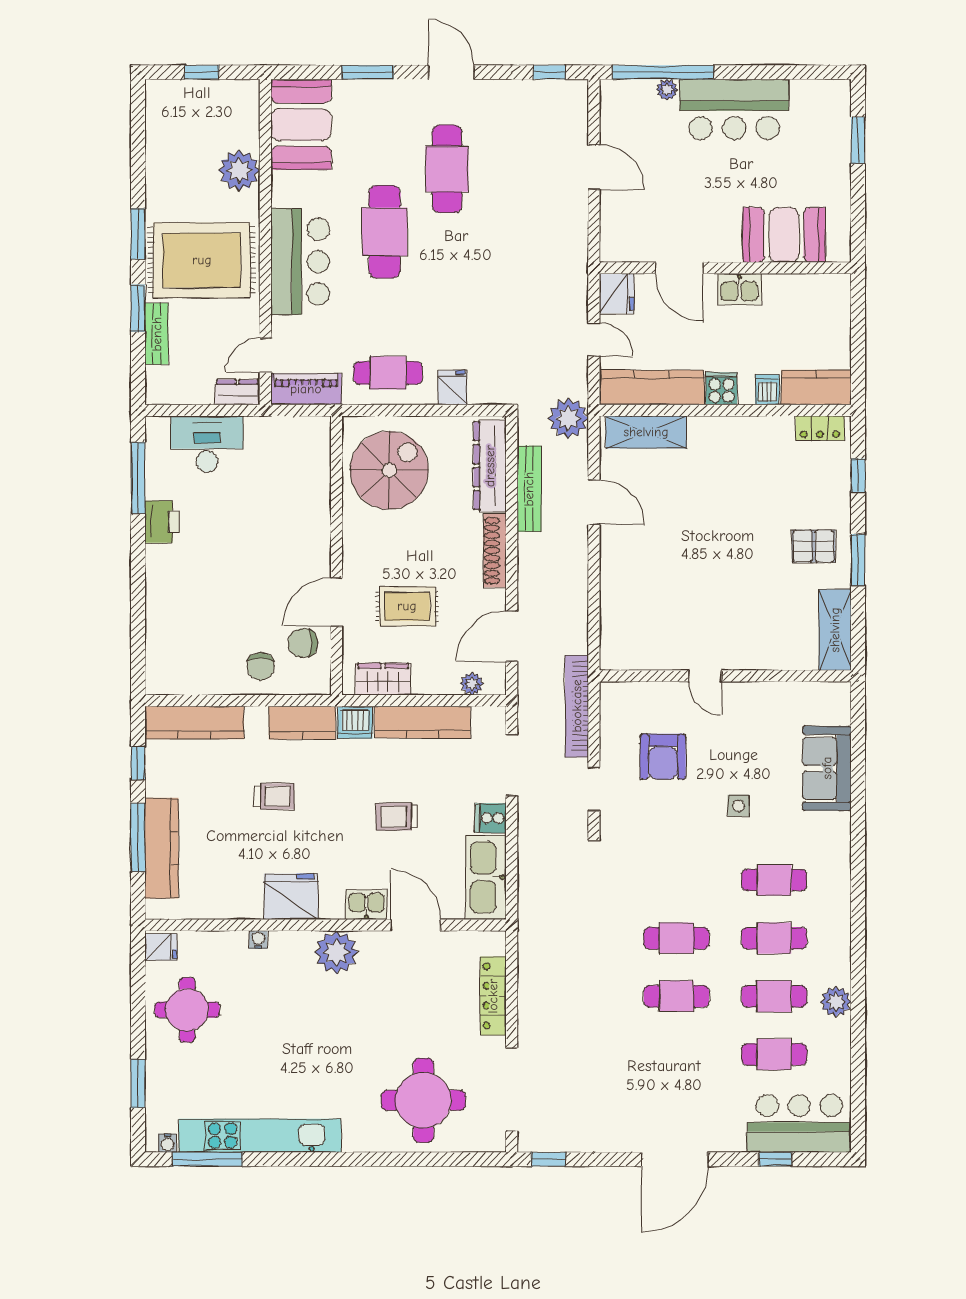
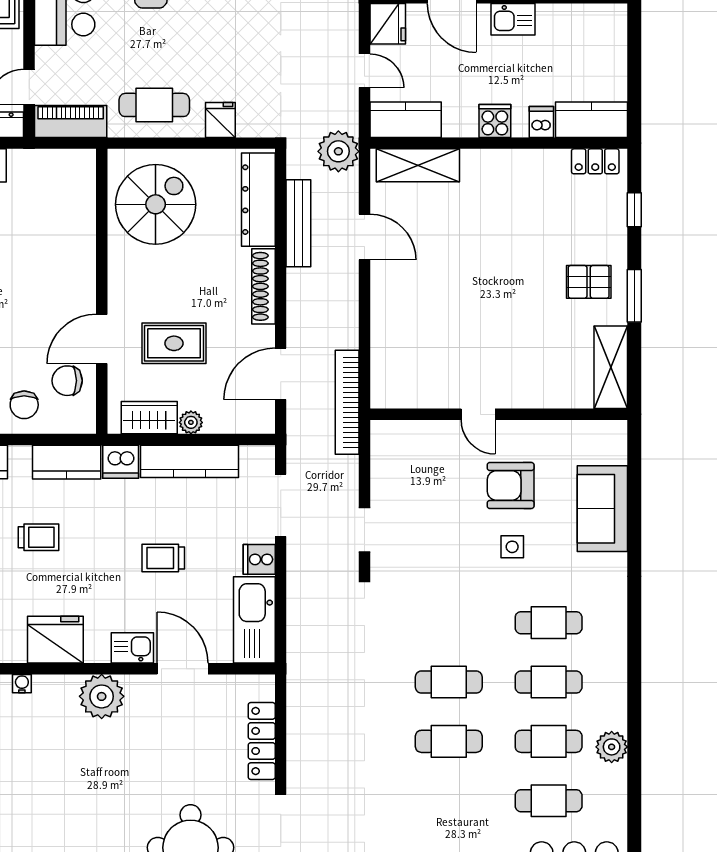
kitchen counter: (652, 387) -> (406, 120), width x0.67
plant: (472, 684) -> (191, 422), moved
bookcase: (577, 706) -> (347, 402), moved
armchair: (663, 757) -> (511, 485), moved, turned 90

